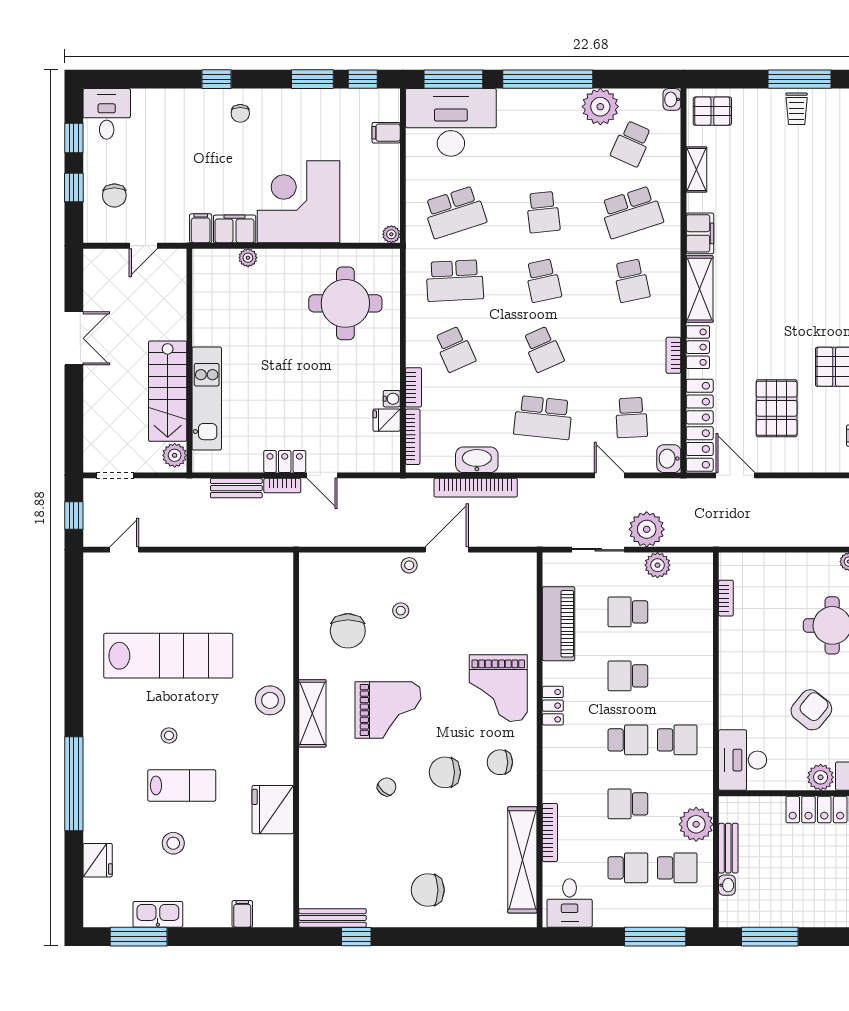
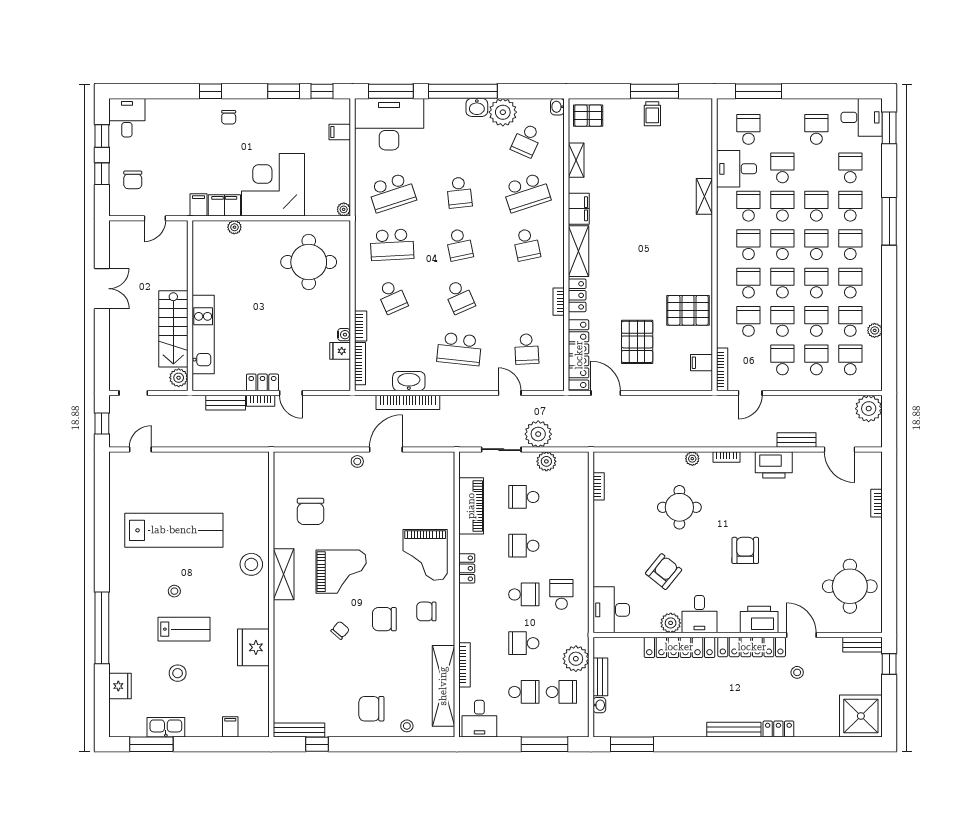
washbasin: (669, 459) -> (477, 107), moved, turned -90
stool: (401, 611) -> (407, 726), moved
school desk: (677, 740) -> (561, 594), turned -90

